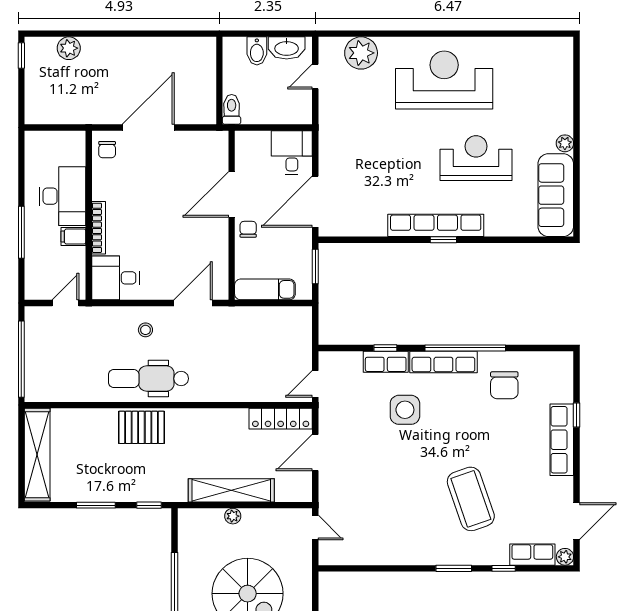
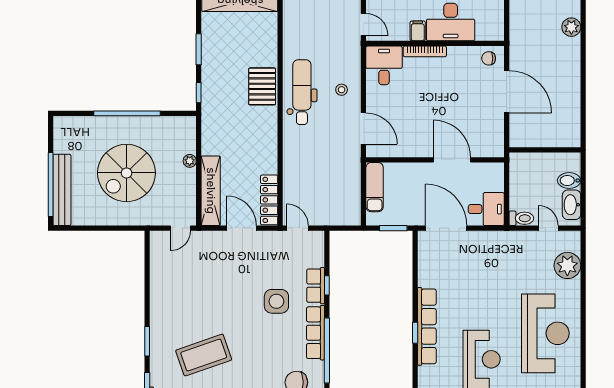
toilet: (232, 109) -> (521, 218), moved
chair: (248, 229) -> (424, 173), removed
shelving: (231, 490) -> (211, 191), moved

